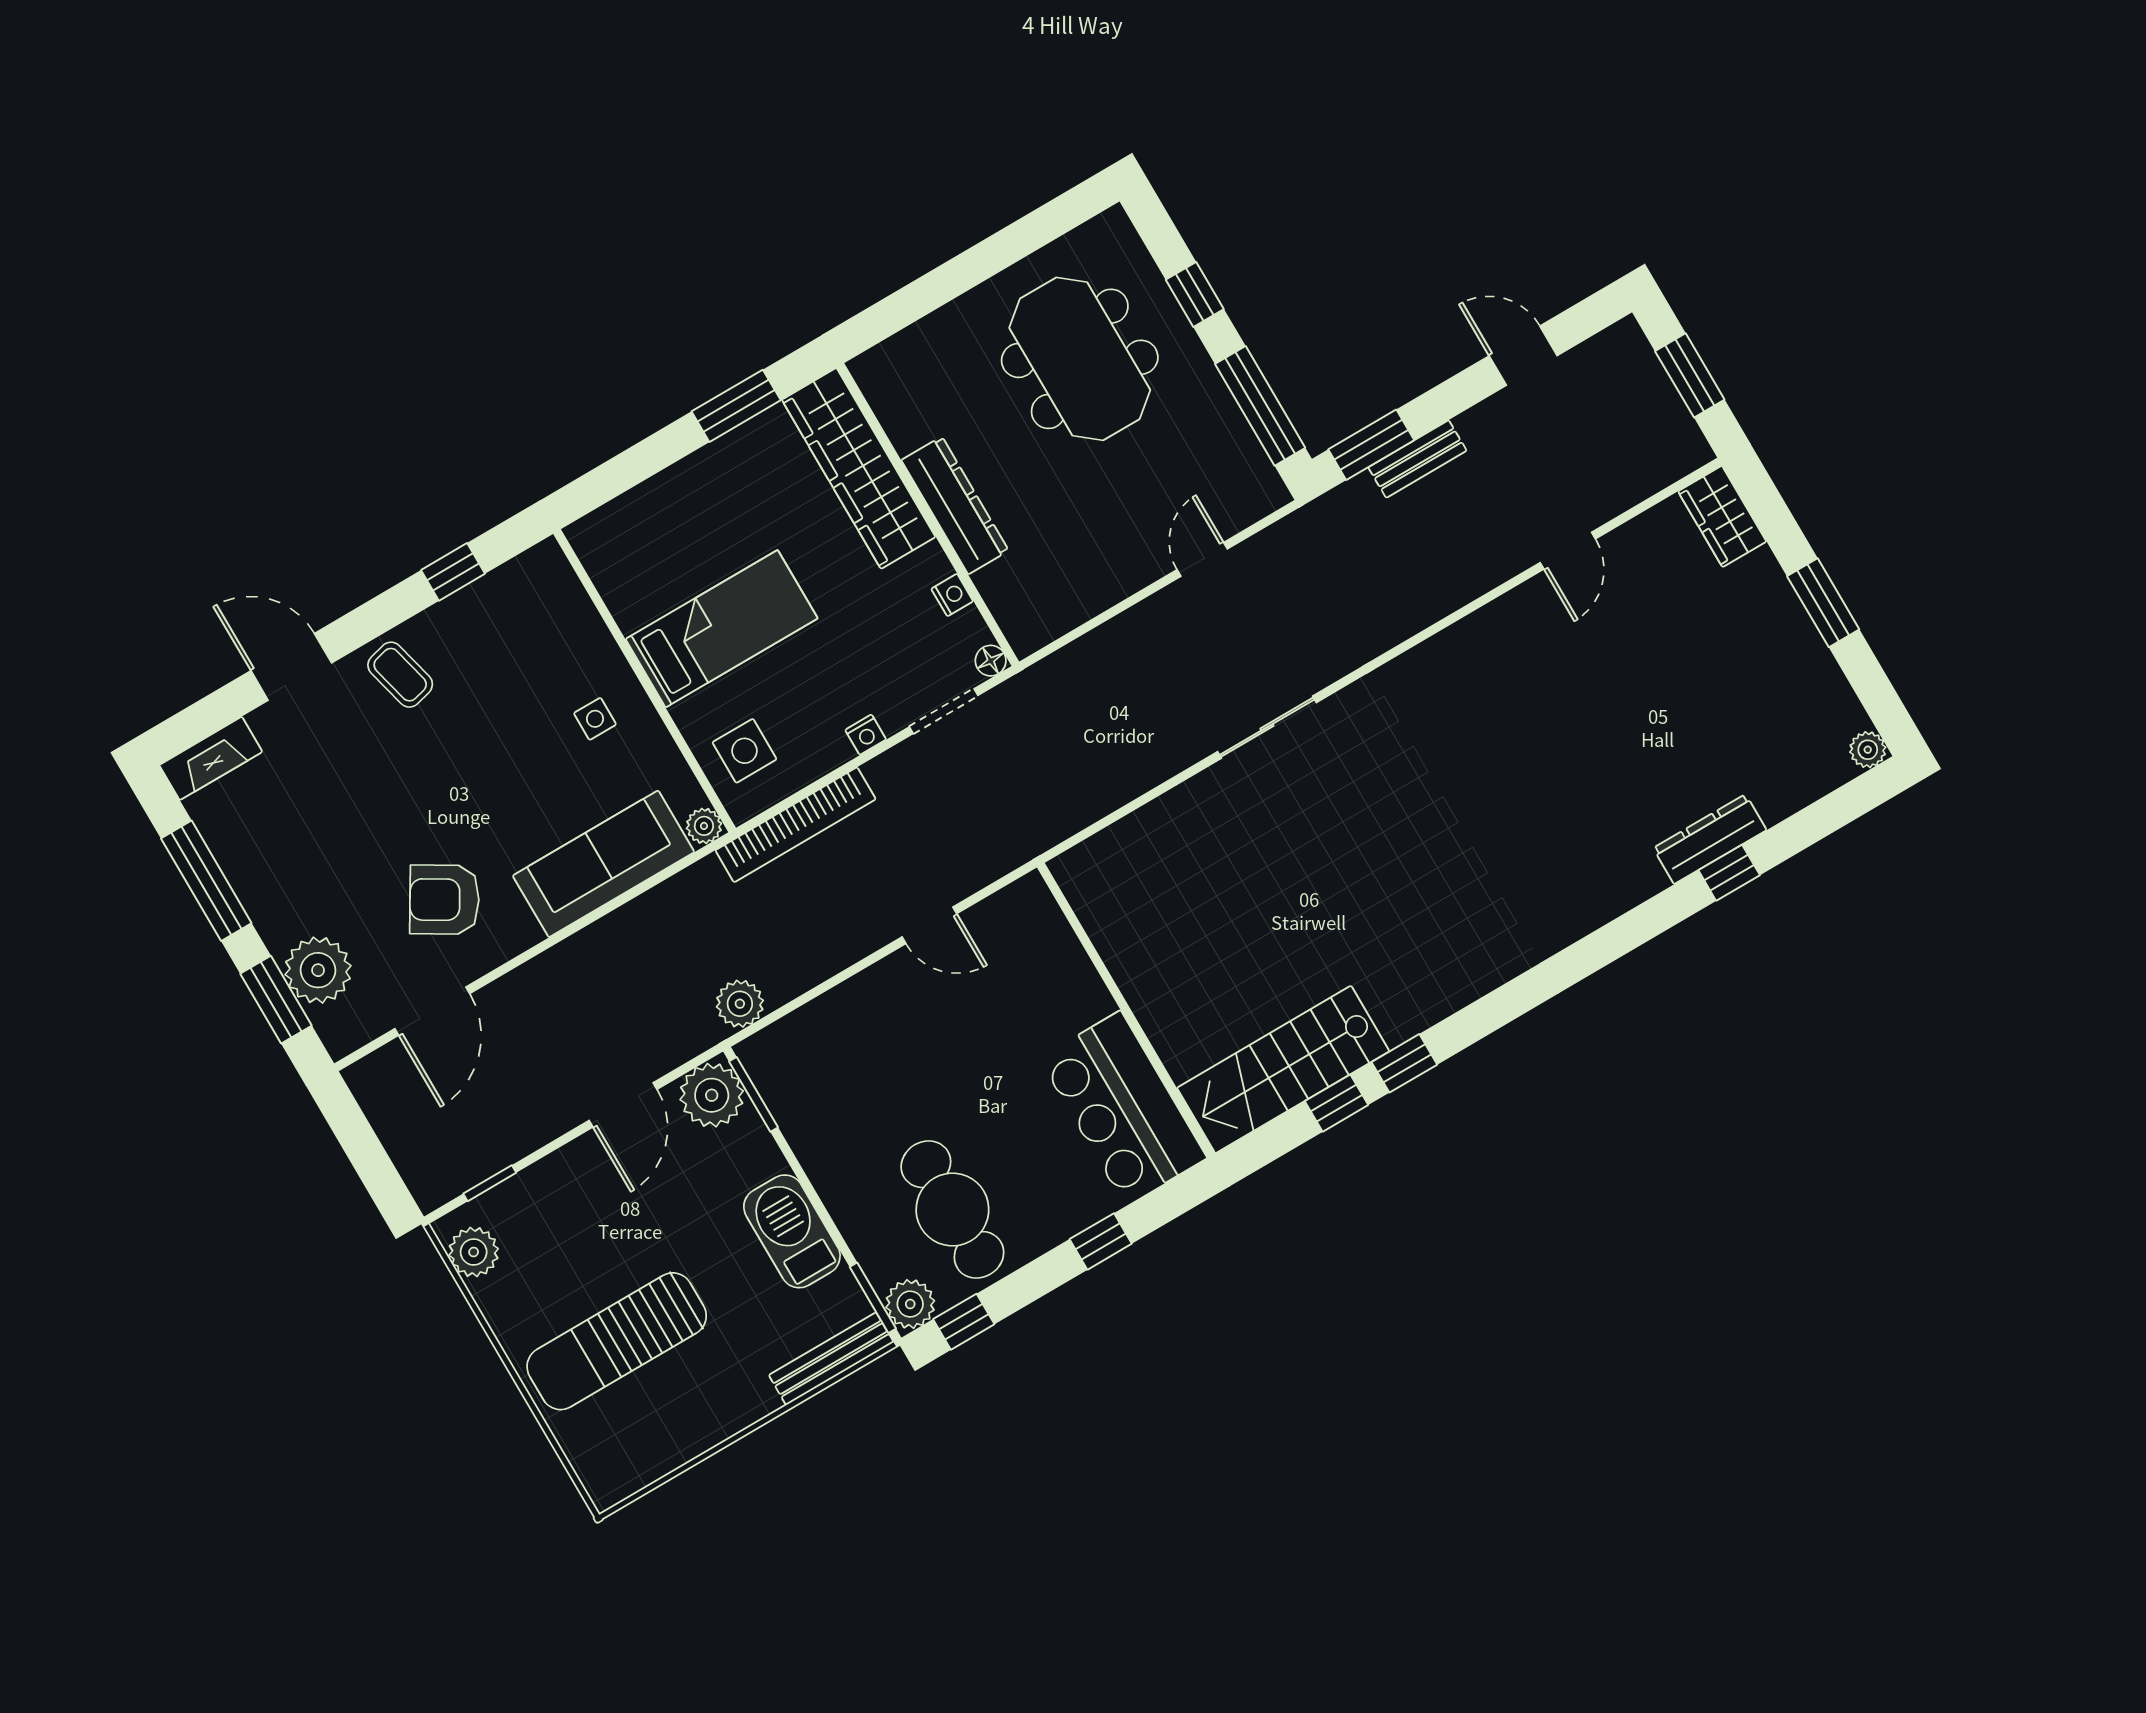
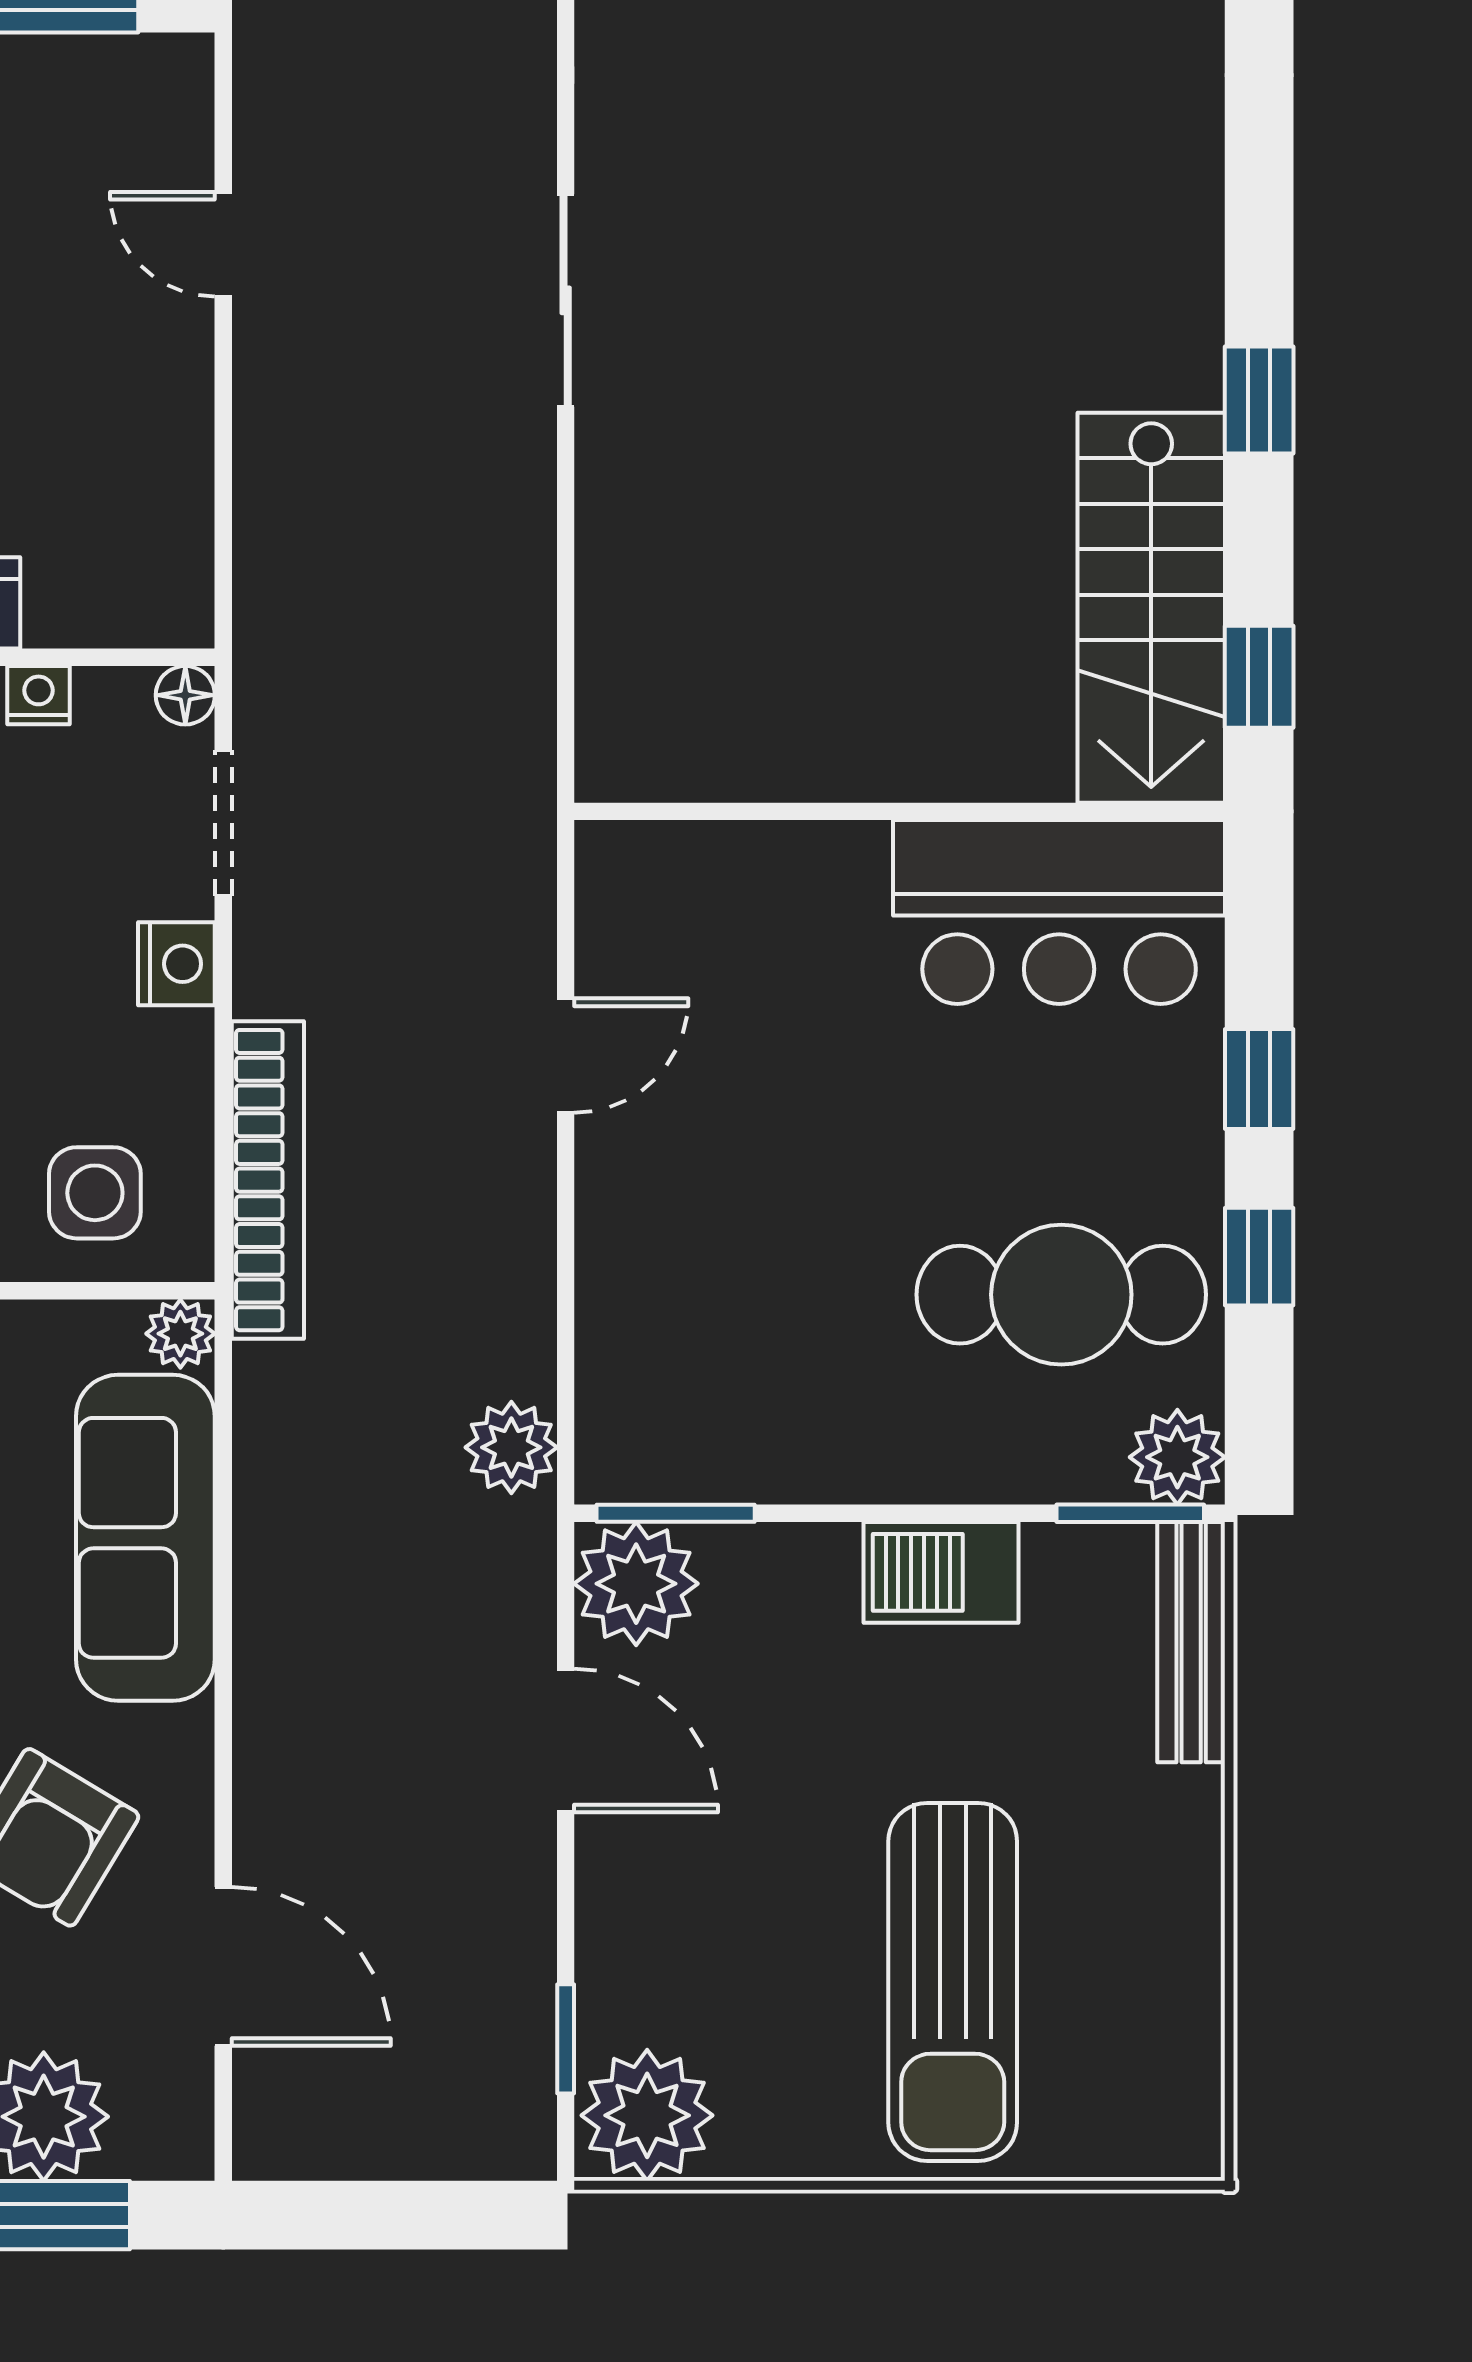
nightstand: (866, 735) -> (176, 964), width x1.39, depth x1.35
window: (1336, 1103) -> (1259, 677), moved
barbecue: (792, 1231) -> (941, 1572), width x0.73, depth x0.83
plant: (474, 1252) -> (647, 2115), width x1.36, depth x1.36
window: (964, 1322) -> (1259, 1257), moved

